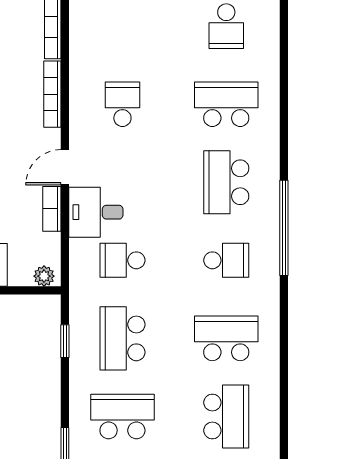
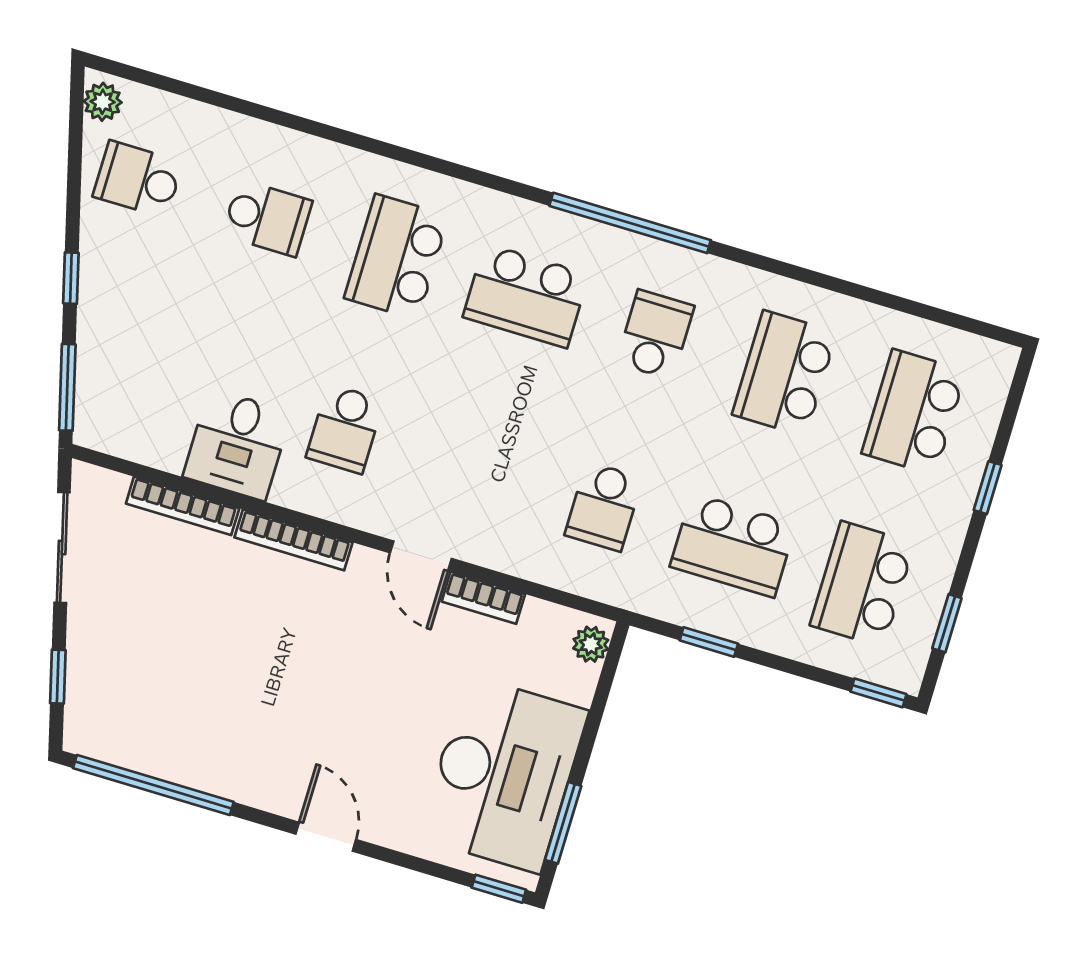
school desk: (122, 104) -> (345, 429), turned -90
desk: (96, 212) -> (237, 444), moved
school desk: (226, 416) -> (914, 412), turned -90

